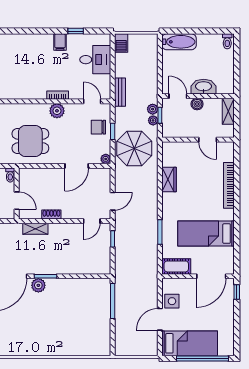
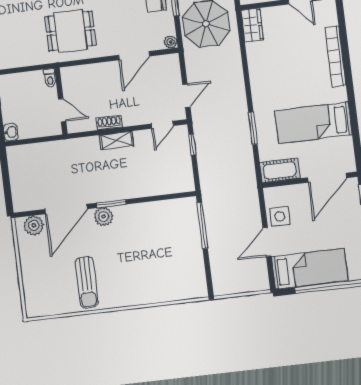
wardrobe: (169, 179) -> (252, 25), moved
shelving: (35, 229) -> (116, 140), moved
sun lounger: (19, 334) -> (87, 282), added

